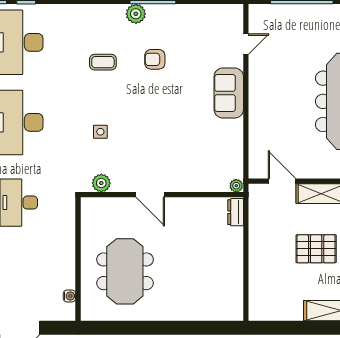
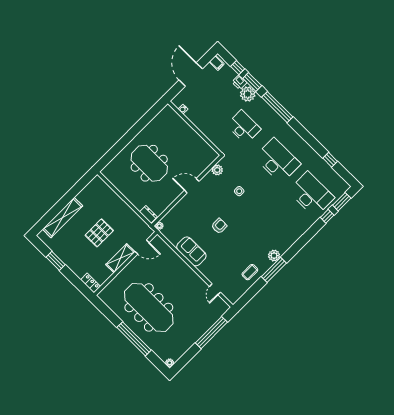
armchair: (155, 59) -> (219, 226), moved
coffee table: (103, 62) -> (250, 272), moved
sofa: (229, 93) -> (191, 251), moved
meeting table: (125, 271) -> (149, 163), moved

